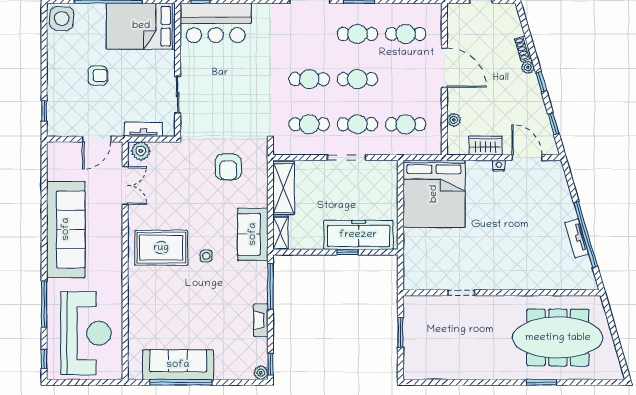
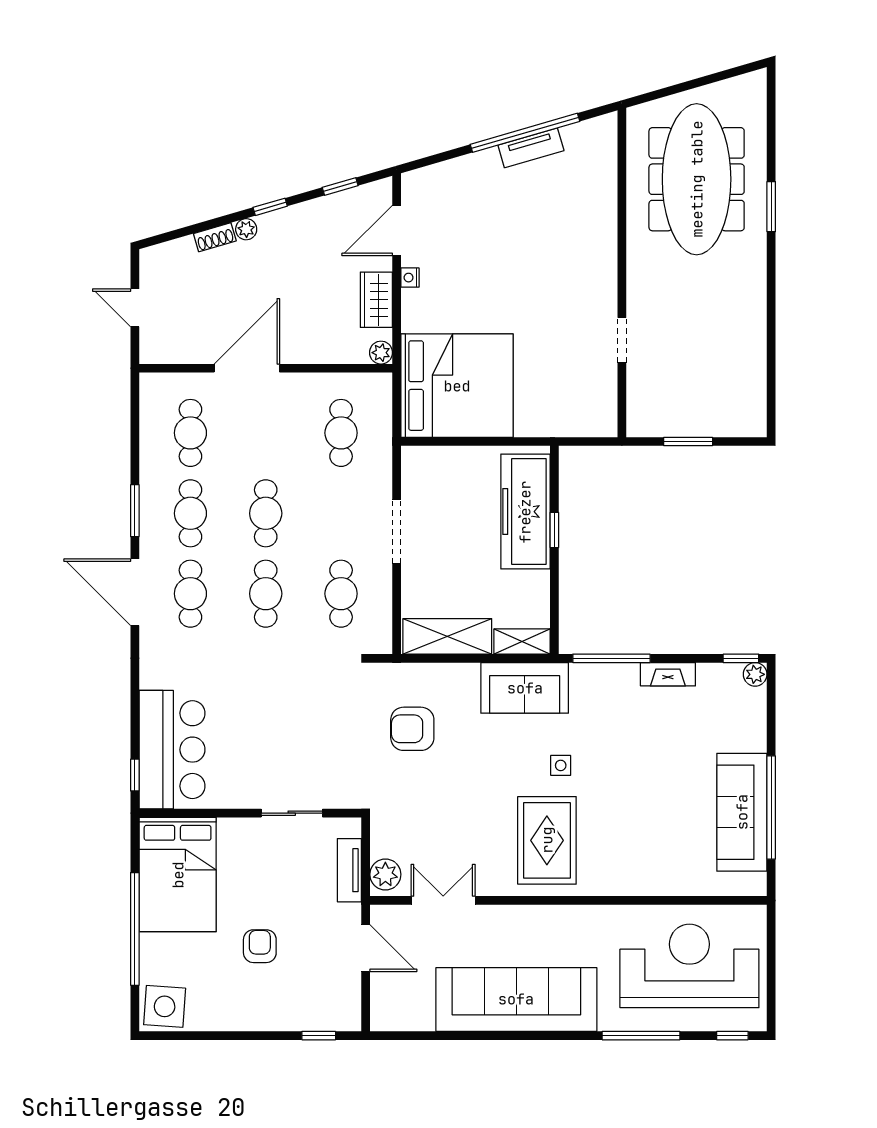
plant: (454, 120) -> (381, 353), moved
cafe table: (357, 124) -> (190, 594), moved
armchair: (228, 167) -> (412, 729), turned 180

